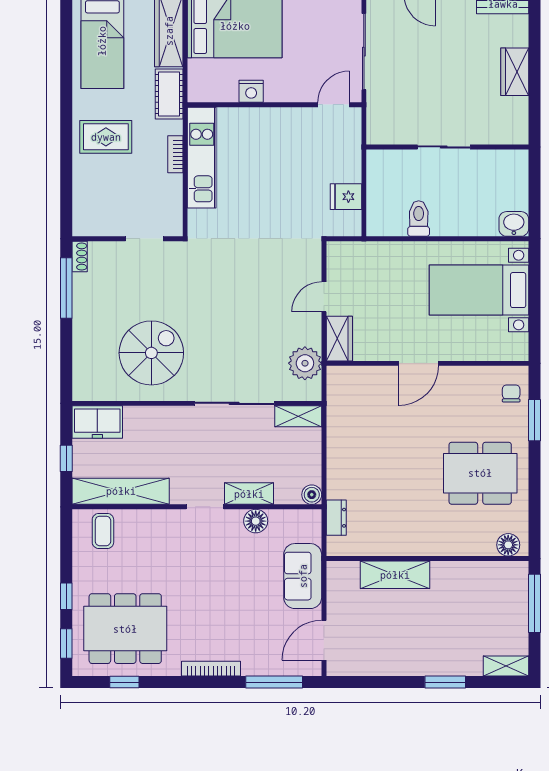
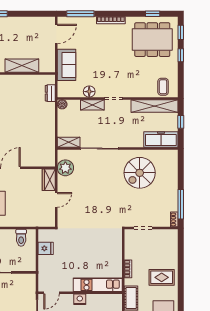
nightstand: (251, 91) -> (80, 299), moved
kitchen unit: (202, 158) -> (98, 285), moved, turned 90
toilet: (419, 219) -> (21, 238), moved
freezer: (97, 422) -> (161, 139), width x1.40

